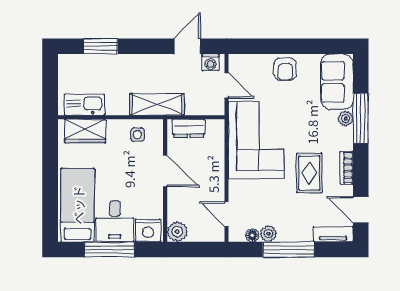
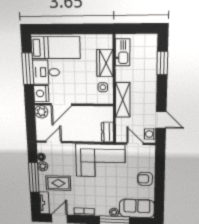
door: (227, 85) -> (135, 144), swing flipped
dresser: (189, 128) -> (107, 132), moved
wardrobe: (85, 131) -> (105, 63), moved
door: (165, 171) -> (61, 105), moved
rug: (309, 173) -> (58, 183), moved

